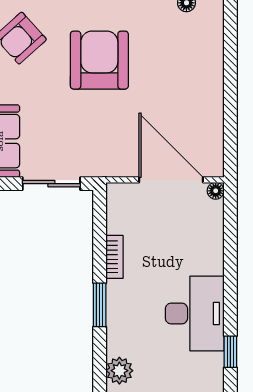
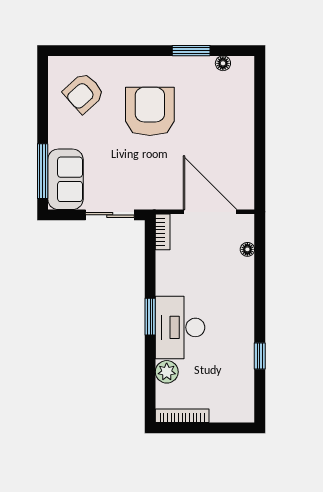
floor lamp: (216, 191) -> (247, 249), moved
bookcase: (114, 257) -> (163, 232), moved
desk: (195, 313) -> (180, 327), moved, turned 180

